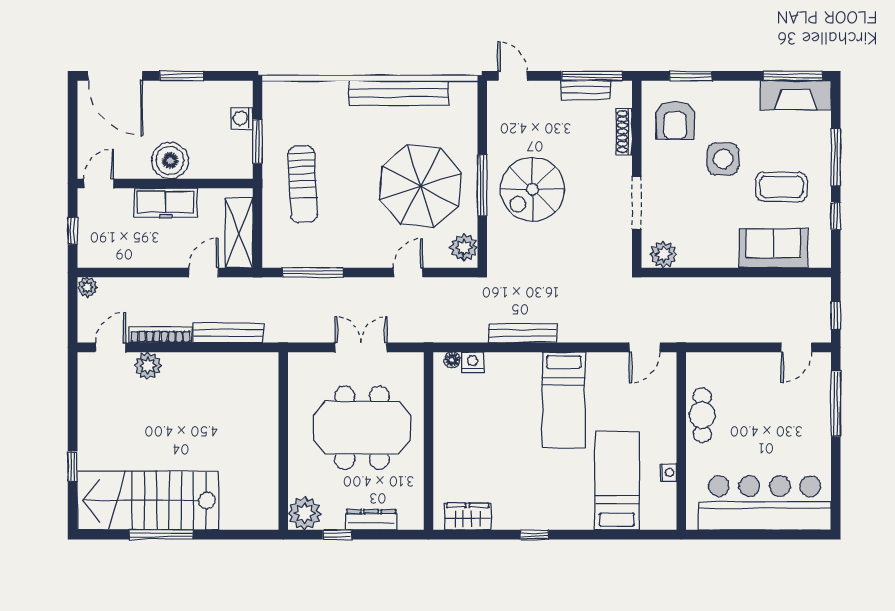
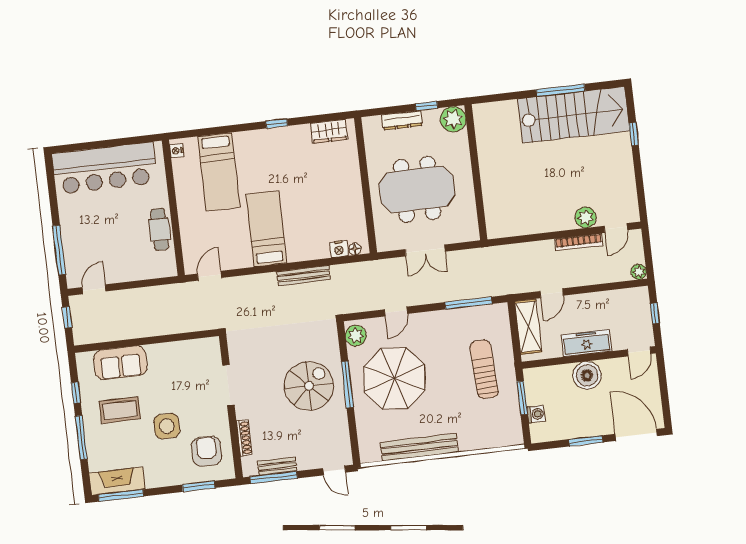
plant: (663, 254) -> (203, 348), removed
bench: (228, 333) -> (527, 250), removed
nightstand: (668, 472) -> (177, 151), moved

